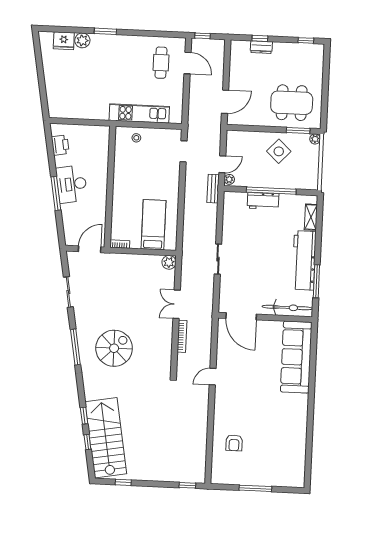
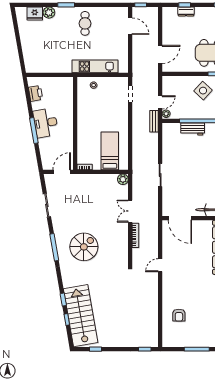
cafe table: (161, 63) -> (85, 23), moved

